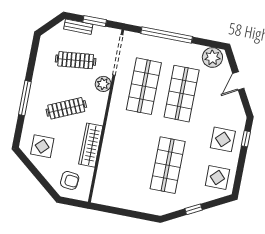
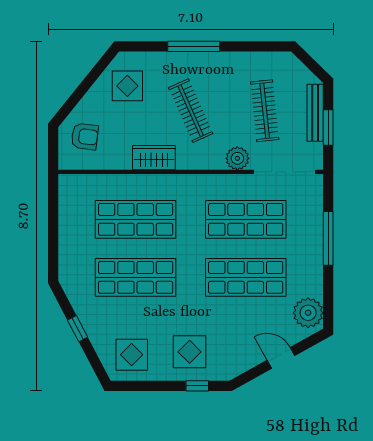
bench: (78, 27) -> (315, 113), width x1.36
window: (167, 35) -> (328, 238), width x0.68
wardrobe: (91, 145) -> (154, 158), width x0.67
shop shelf: (130, 158) -> (136, 219), added
armchair: (70, 180) -> (85, 136), turned -89

